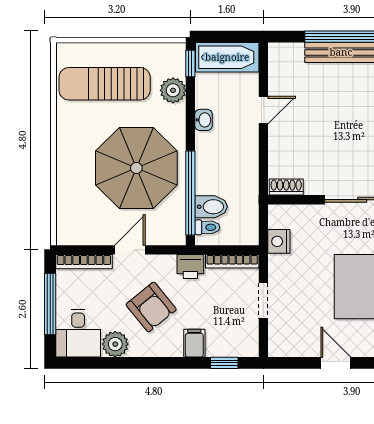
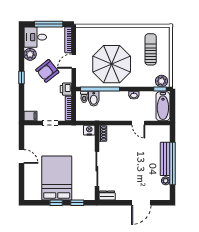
sun lounger: (105, 84) -> (151, 49), width x0.73, depth x0.75
plant: (173, 90) -> (162, 81), moved
nightstand: (279, 241) -> (89, 130), moved
door: (130, 250) -> (74, 61), swing flipped
filing cabinet: (194, 343) -> (31, 116), moved
window: (224, 363) -> (21, 77), moved
door: (336, 363) -> (21, 156), hinge flipped

